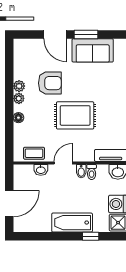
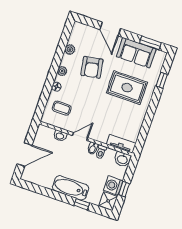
window: (86, 34) -> (150, 43), moved
armchair: (50, 83) -> (92, 67), turned 80
plant: (19, 86) -> (70, 50), moved
rug: (75, 115) -> (127, 88), moved
coffee table: (34, 153) -> (62, 108), moved

